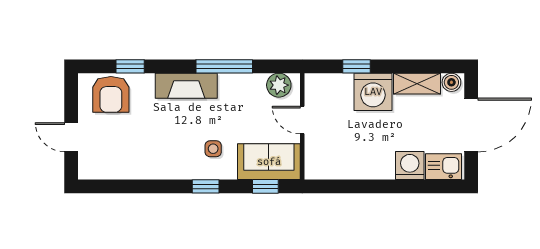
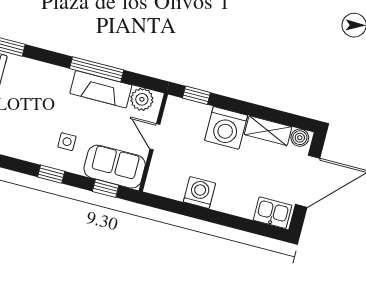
window: (357, 66) -> (196, 95), moved
fireplace: (186, 86) -> (101, 89), moved
washing machine: (410, 166) -> (199, 193), moved

